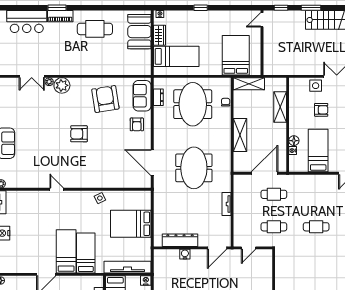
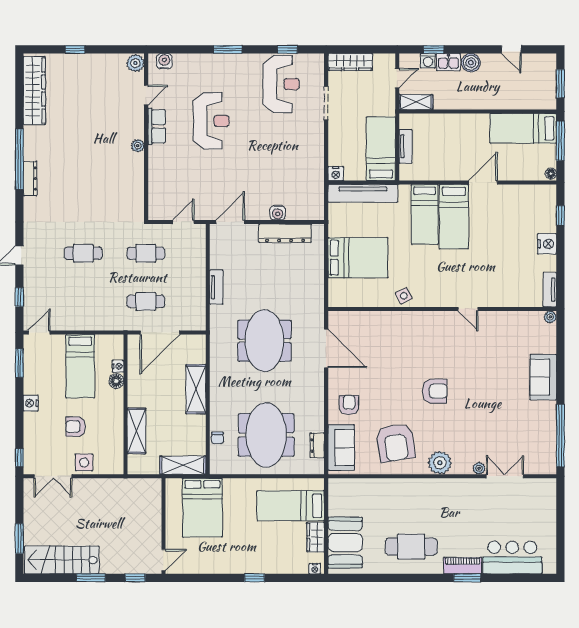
plant: (62, 85) -> (440, 463), moved

